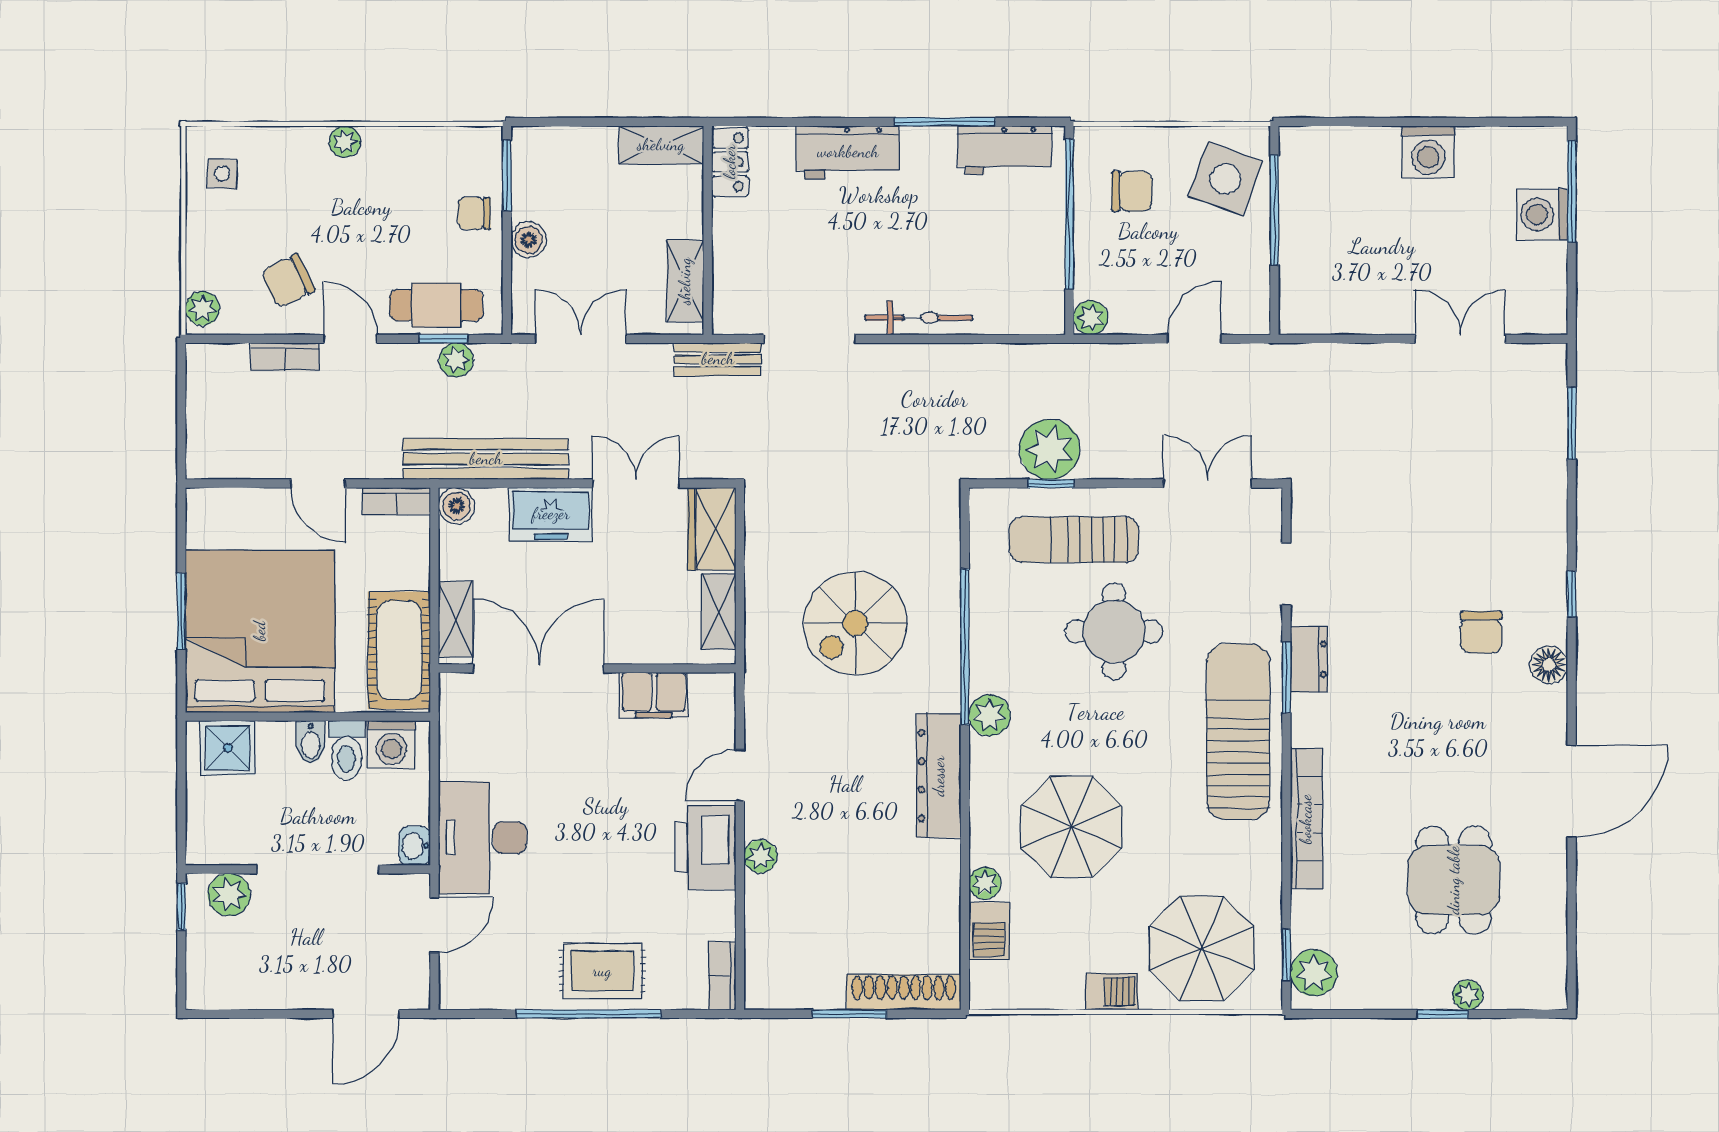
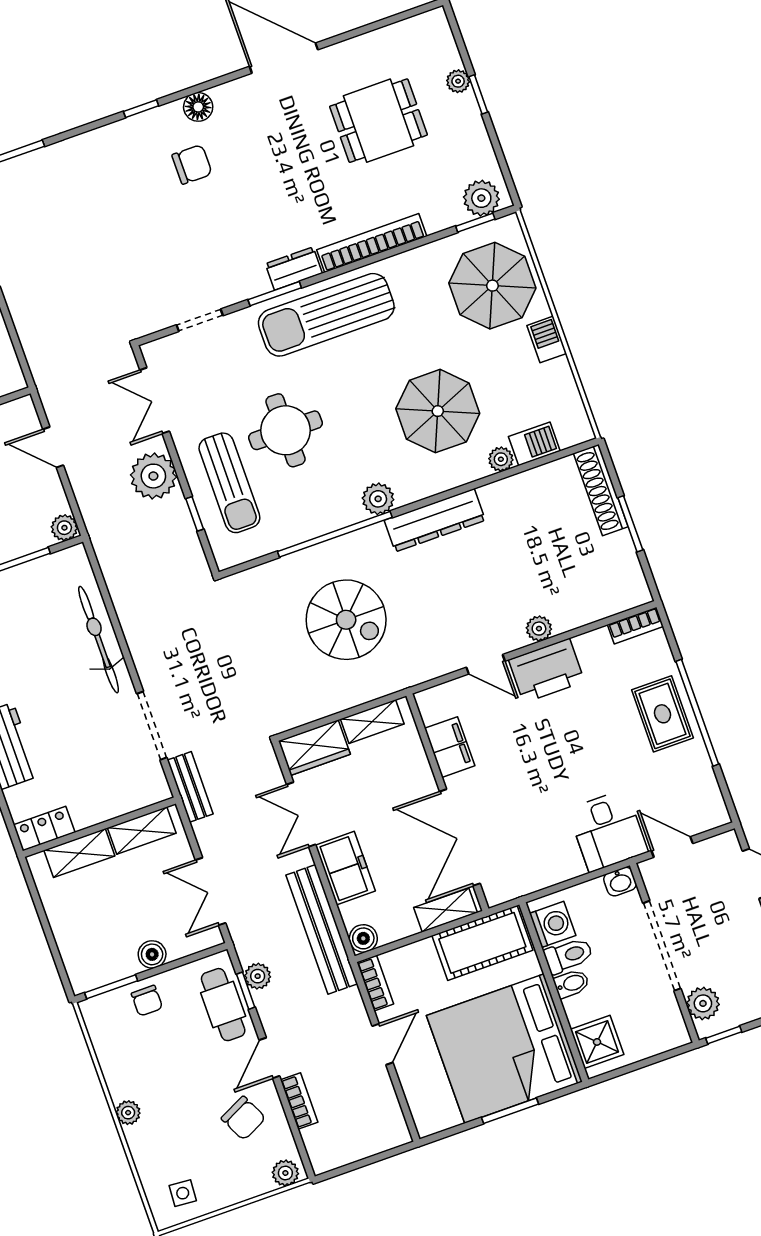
shelving: (661, 145) -> (79, 853), moved, turned 90
bicycle: (919, 318) -> (99, 640), width x1.37, depth x1.40
plant: (1050, 449) -> (153, 476), moved
dresser: (1309, 659) -> (294, 269), moved
desk: (483, 838) -> (608, 831), width x0.73

